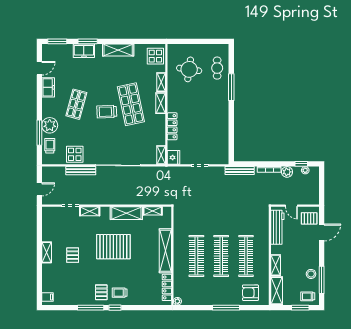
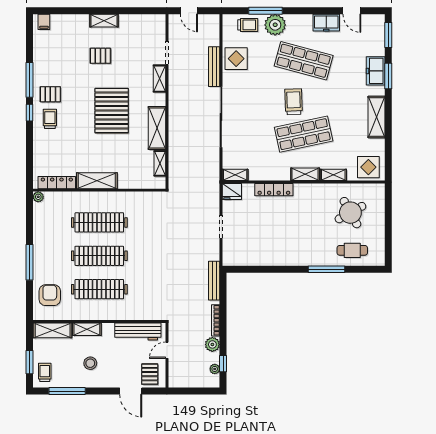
round table: (189, 69) -> (350, 213), turned -37
shop shelf: (76, 104) -> (304, 61), width x1.43, depth x1.36
shelving: (165, 251) -> (97, 181), width x0.68
stool: (311, 274) -> (90, 363), moved

